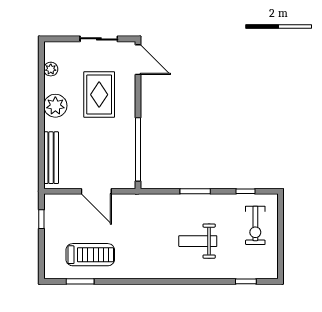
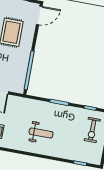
door: (138, 60) -> (39, 15), hinge flipped
weight bench: (198, 241) -> (41, 133), moved, turned 180

